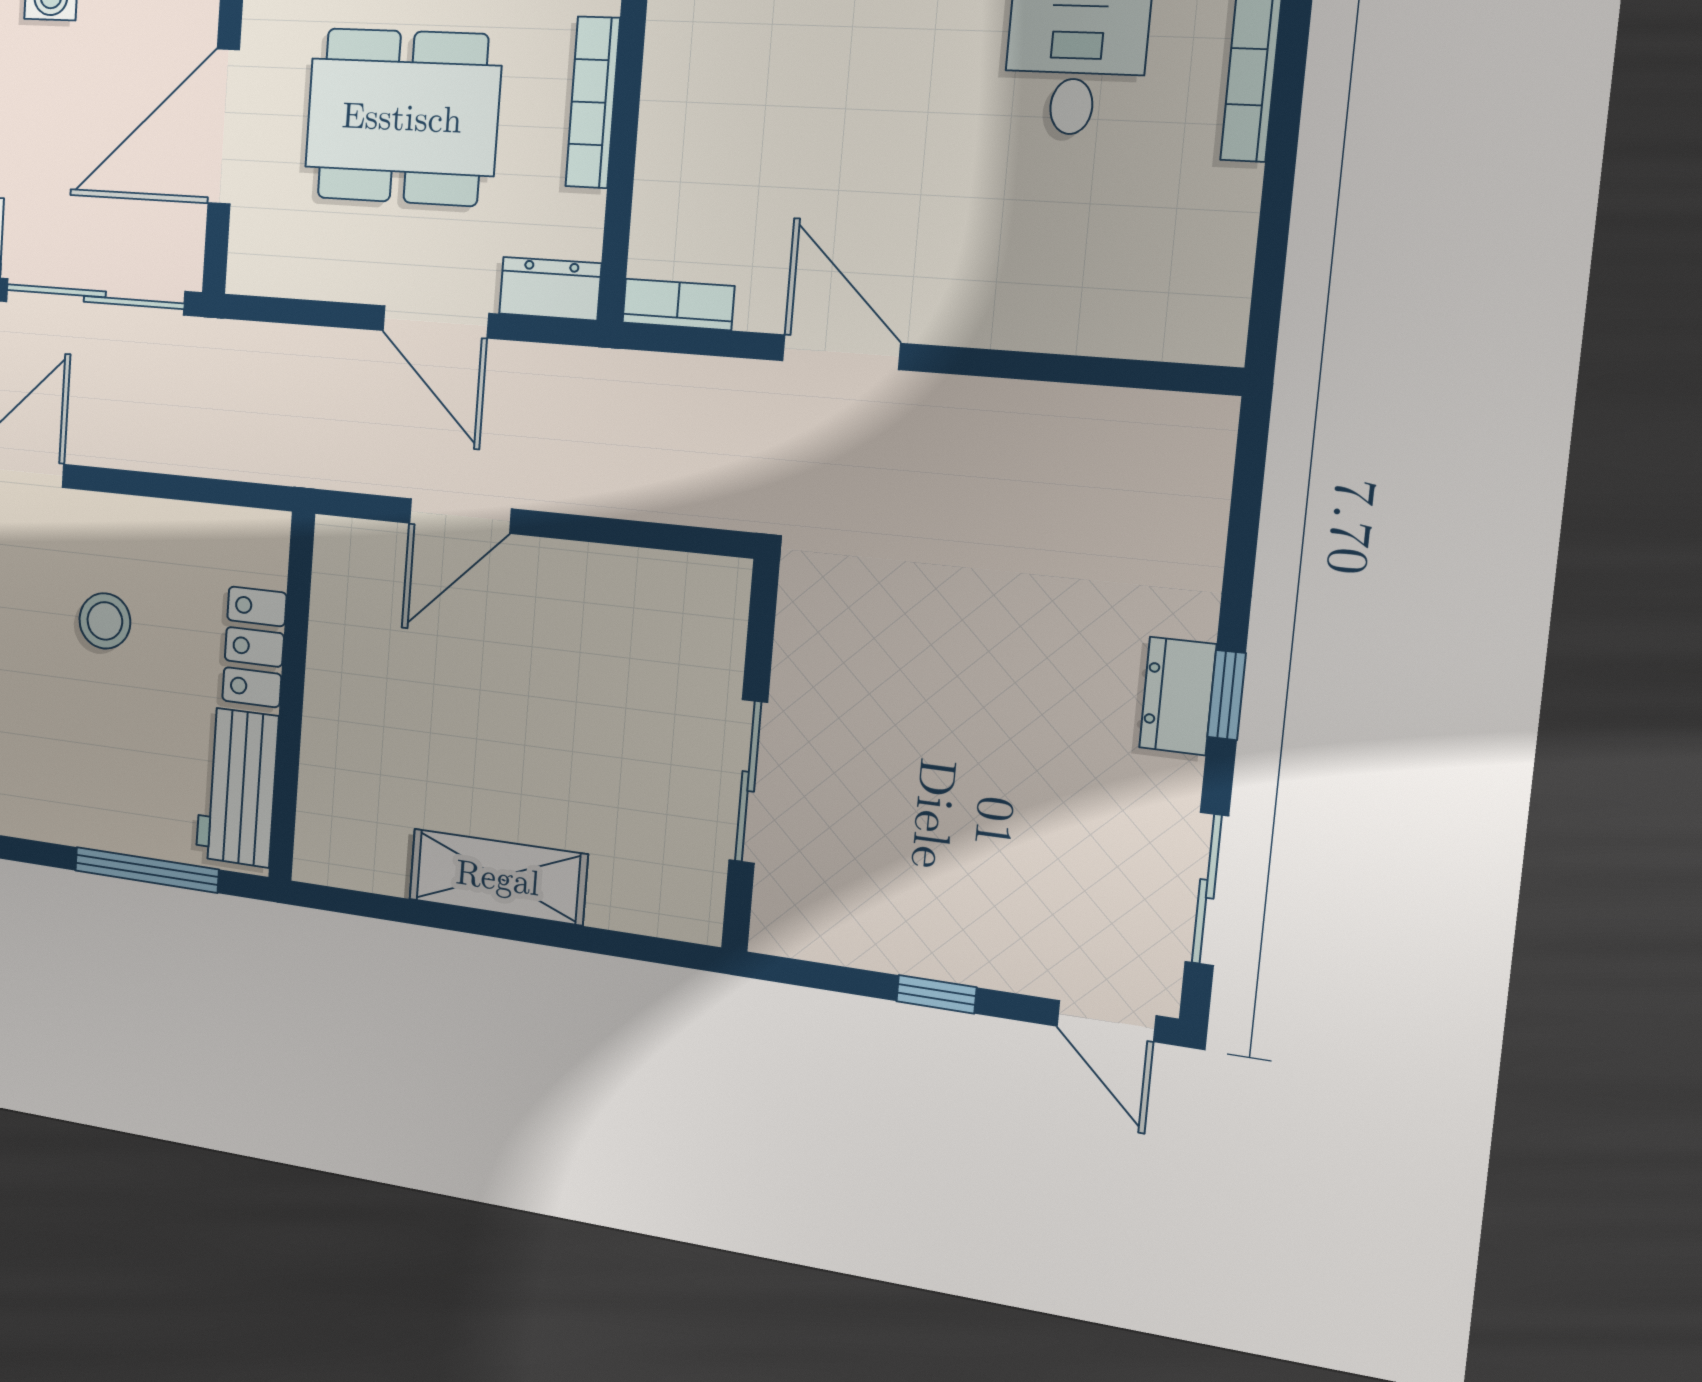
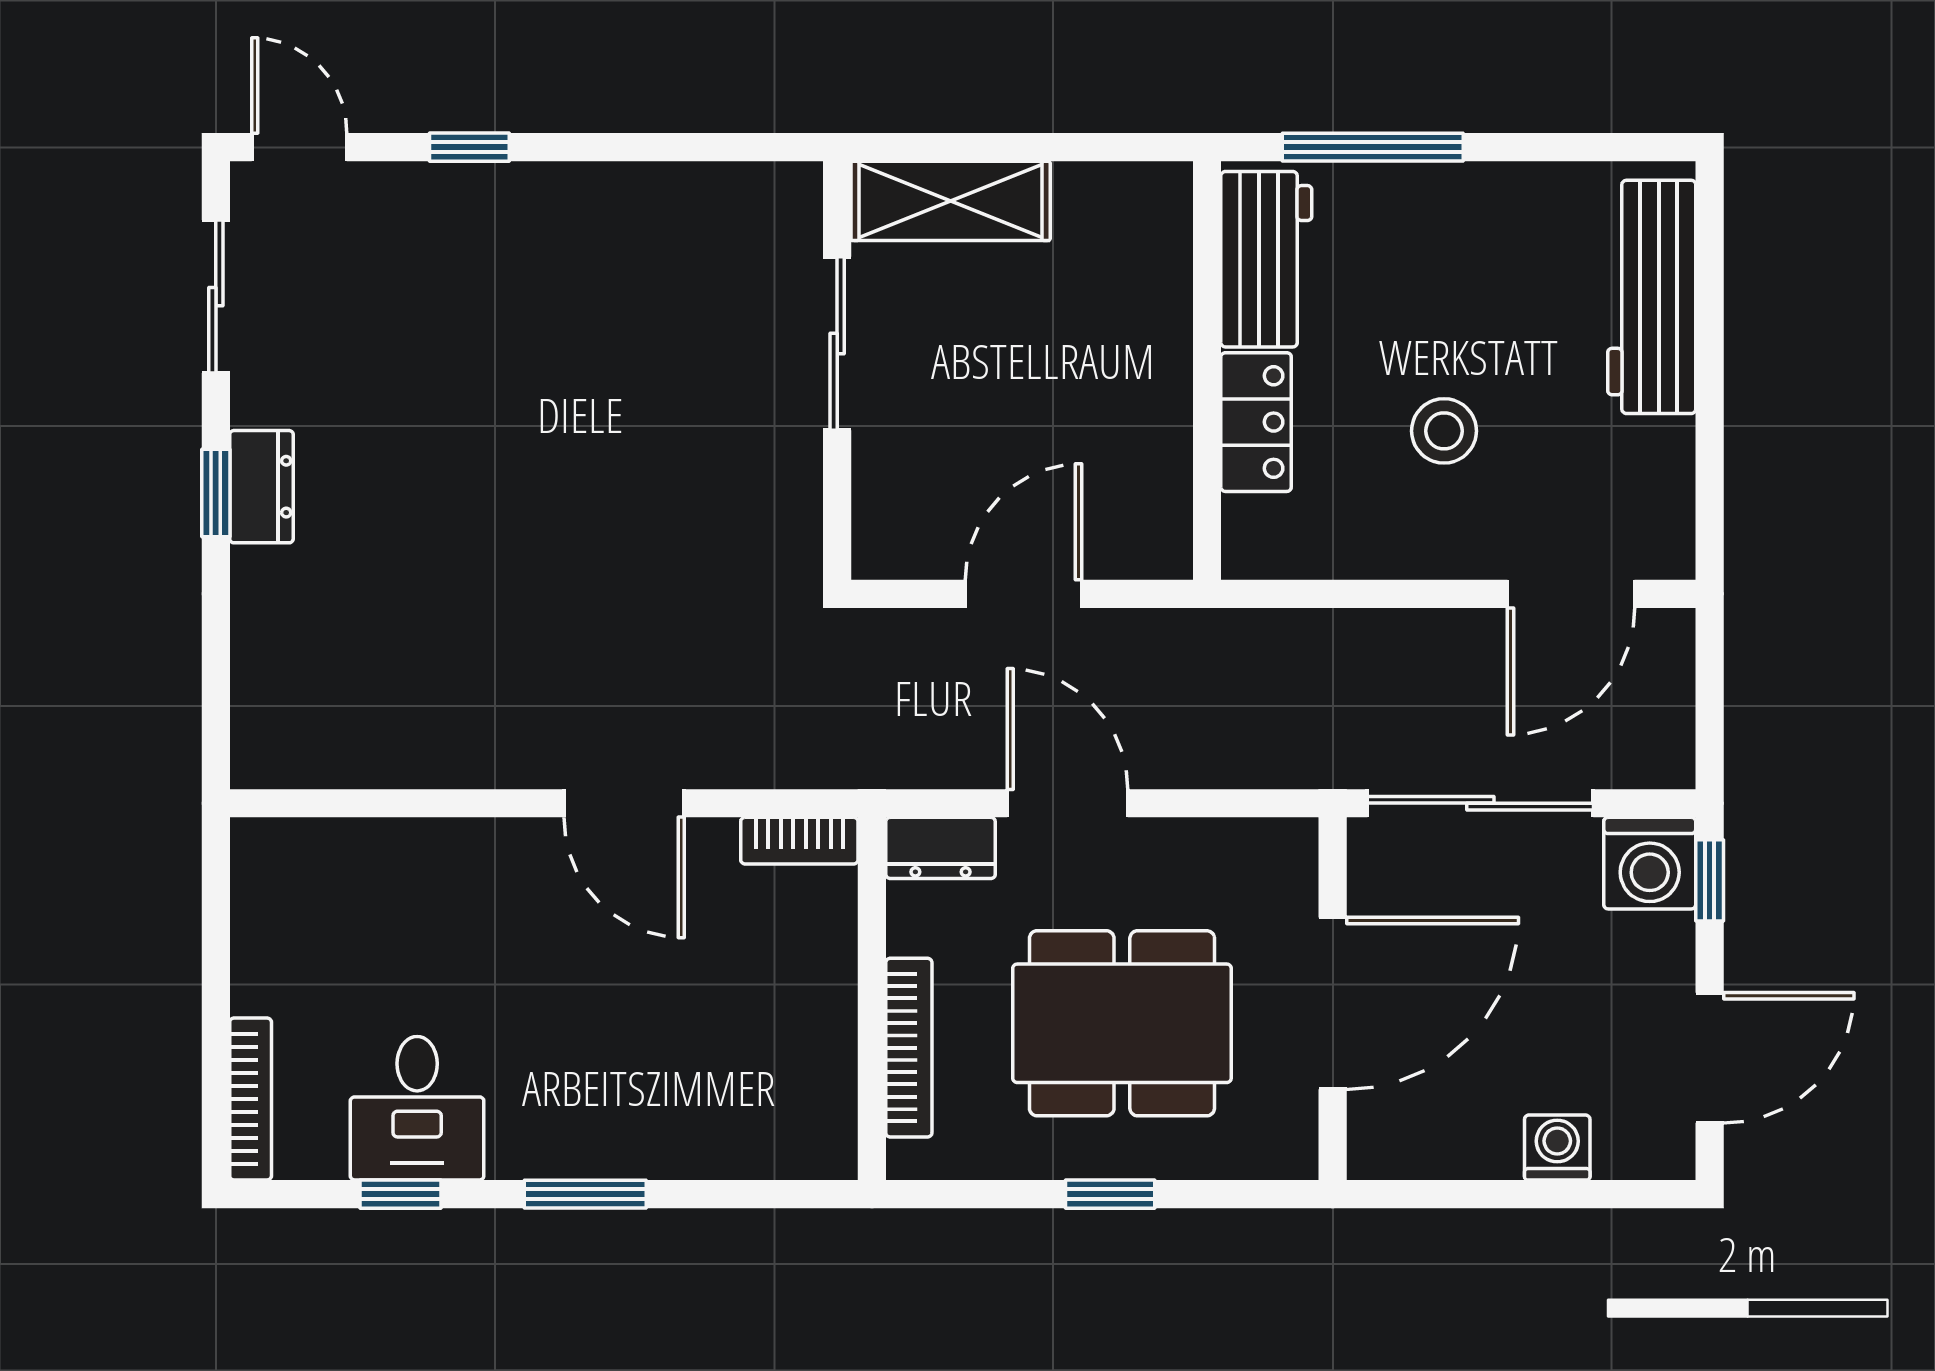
wall: (750, 756) -> (837, 370), moved
sliding door: (748, 781) -> (837, 343), moved

